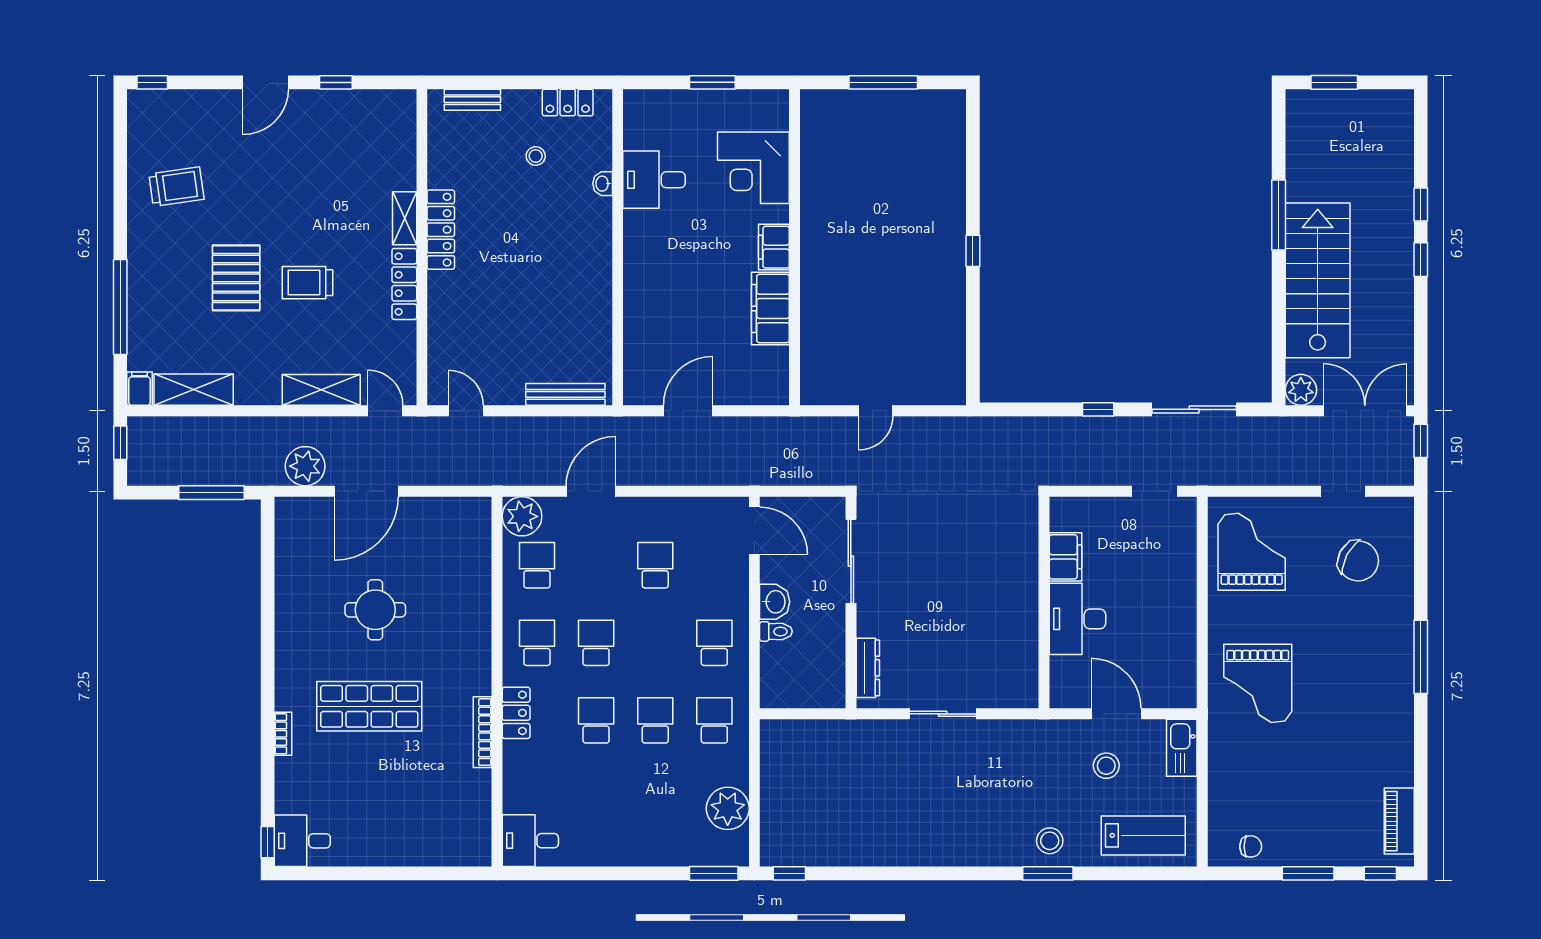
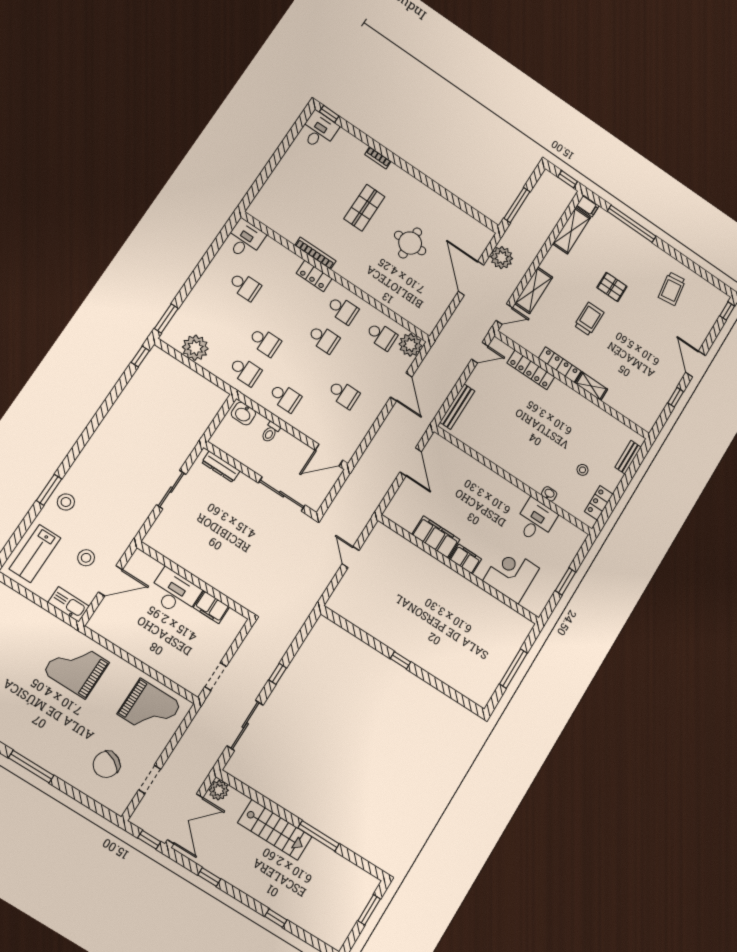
locker: (441, 230) -> (531, 370), moved
window: (1421, 260) -> (209, 877), moved
pallet: (236, 278) -> (612, 287), width x0.67, depth x0.71
stairs: (1318, 280) -> (275, 830), width x0.73, depth x0.66
washbasin: (775, 602) -> (243, 414), moved
shop shelf: (369, 706) -> (364, 208), width x0.70, depth x0.74
school desk: (596, 720) -> (245, 286), moved

